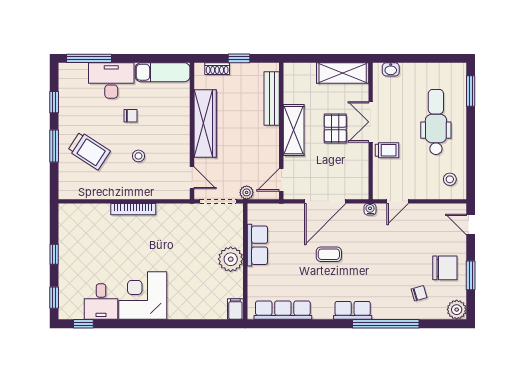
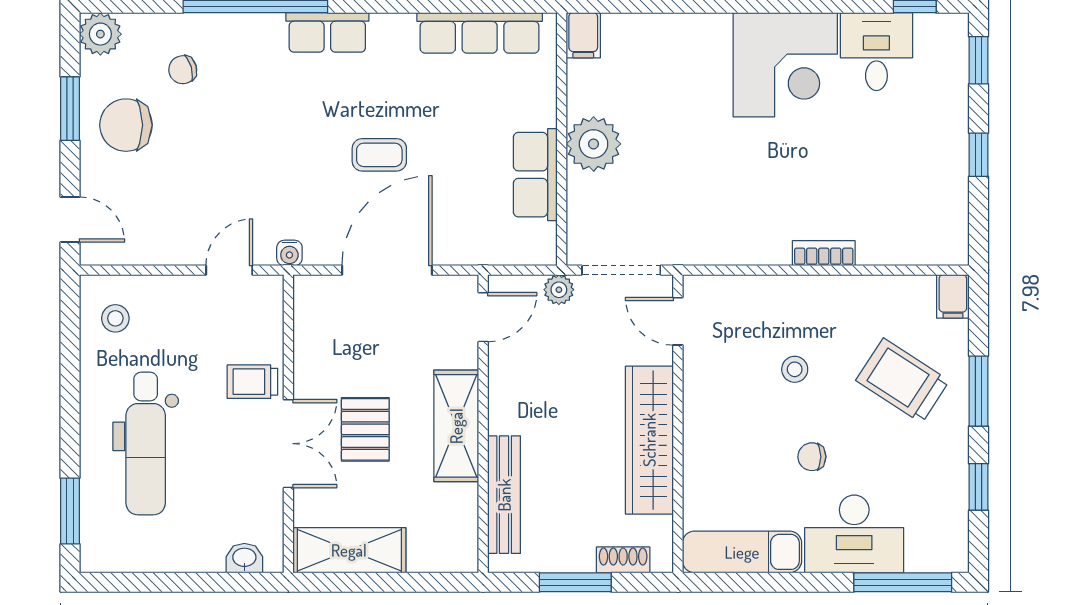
window: (239, 58) -> (575, 582), width x1.50
filing cabinet: (66, 189) -> (953, 296), added
bookcase: (133, 209) -> (824, 253), width x0.64

